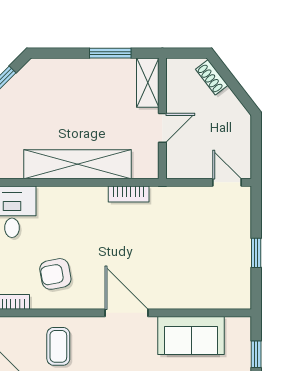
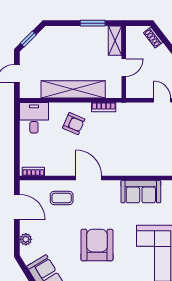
armchair: (55, 274) -> (74, 124), moved, turned -146
door: (126, 313) -> (89, 178), moved
coffee table: (58, 346) -> (62, 198), turned 90

